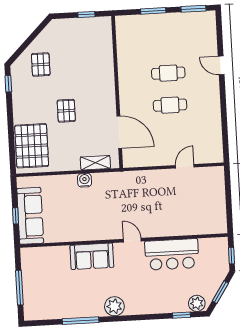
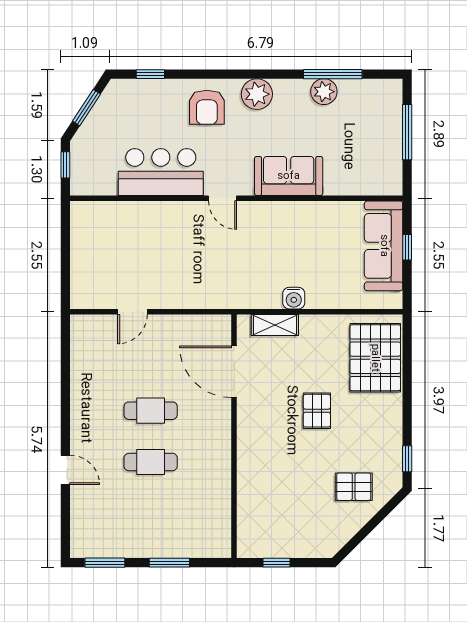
pallet: (41, 65) -> (354, 487), turned 90
armchair: (145, 296) -> (207, 107), added
plant: (197, 303) -> (324, 92), moved
window: (81, 321) -> (333, 74), moved

